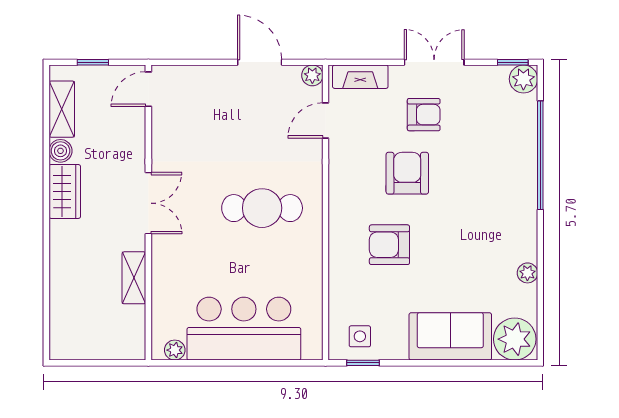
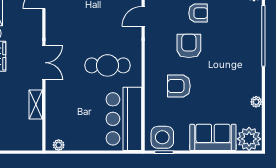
bar counter: (244, 329) -> (124, 119), moved, turned -90
side table: (360, 336) -> (162, 137), width x1.87, depth x1.87

